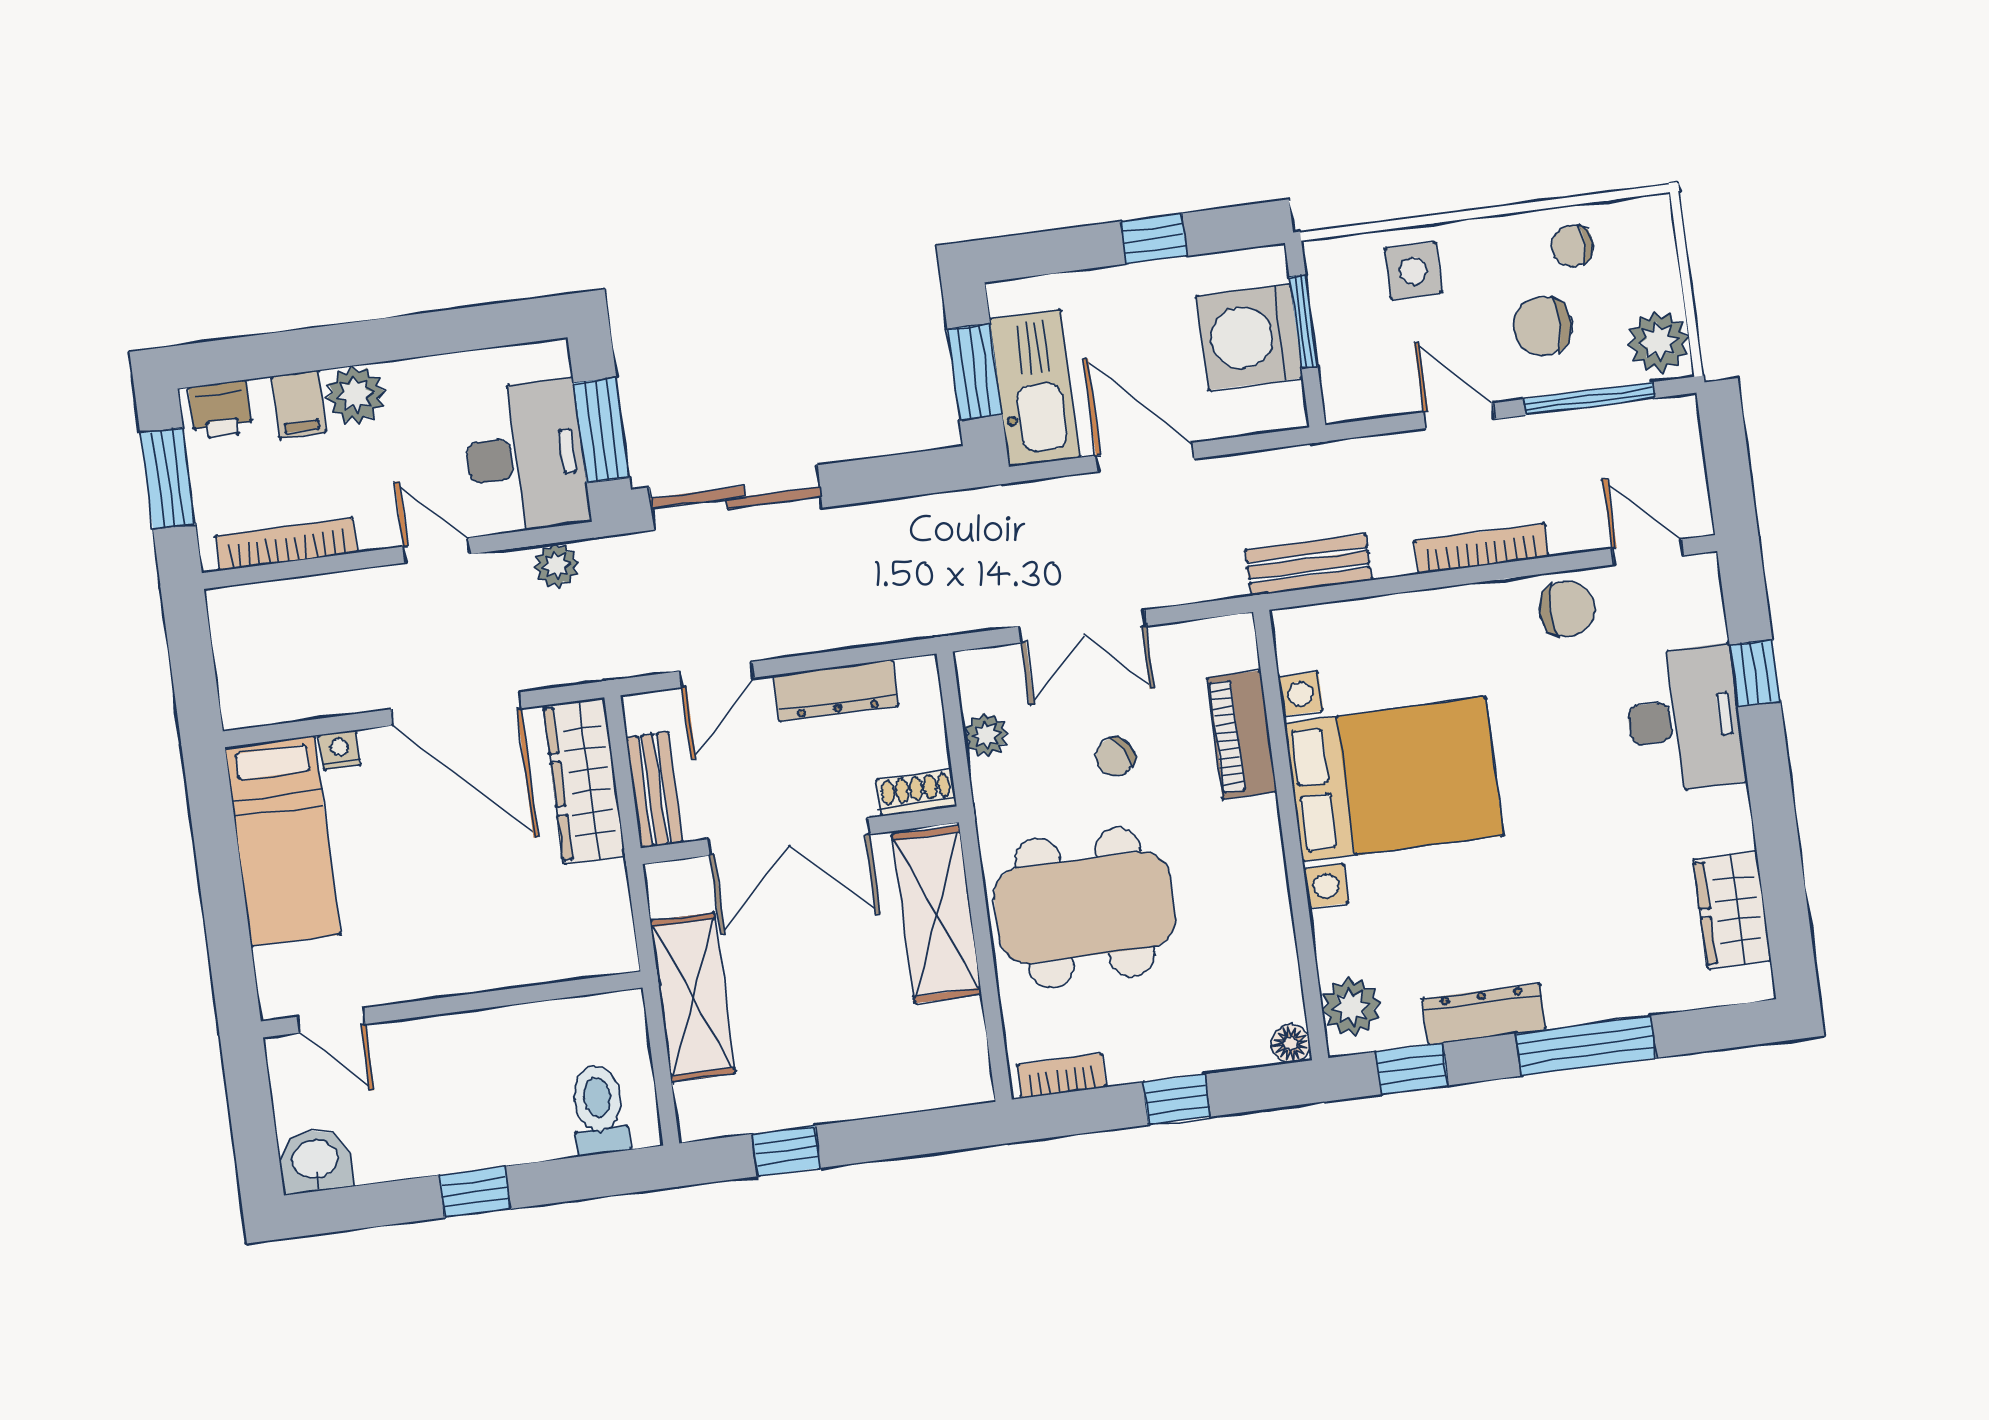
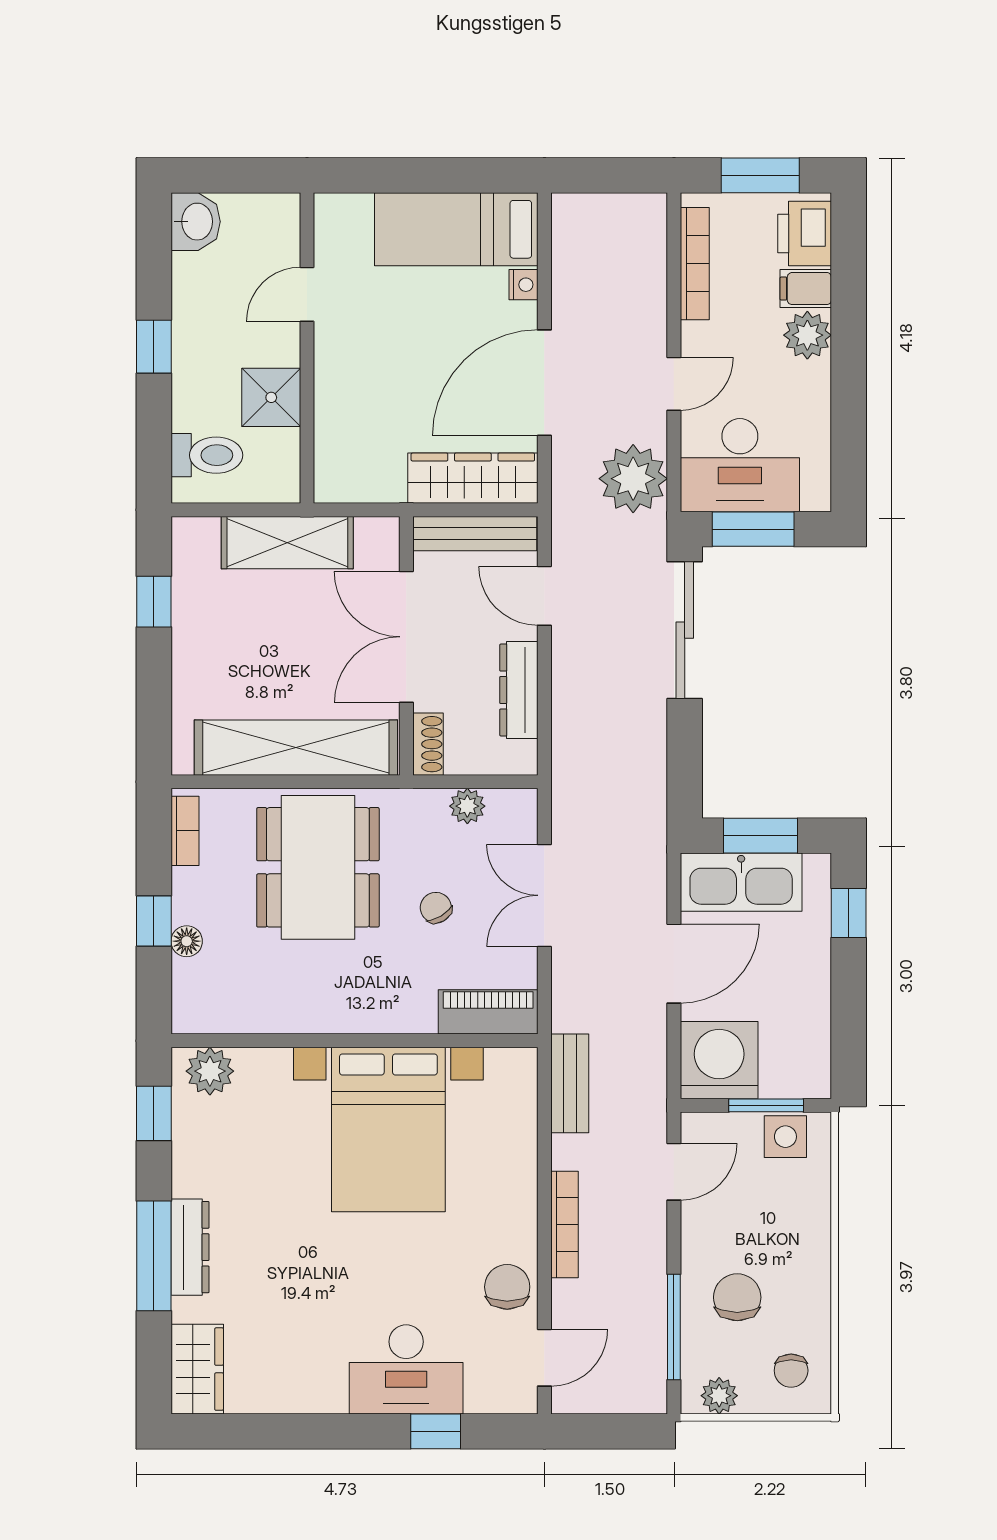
window: (1154, 239) -> (849, 913), moved
chair: (1573, 246) -> (791, 1371), moved, turned 180
side table: (1413, 271) -> (785, 1137), moved
washing machine: (1249, 337) -> (719, 1060), moved
plant: (1659, 342) -> (719, 1396), width x0.73, depth x0.73
printer: (220, 410) -> (805, 234), width x1.36, depth x1.24
door: (1459, 416) -> (674, 1172), moved
plant: (556, 565) -> (633, 479), width x1.87, depth x1.87
chair: (1567, 609) -> (507, 1287), turned 180
piano: (1242, 735) -> (488, 1012), moved
bench: (654, 790) -> (475, 534), width x1.36
wardrobe: (1732, 910) -> (197, 1369), moved, turned 90
shelving: (937, 914) -> (296, 748), width x1.47
dresser: (1484, 1014) -> (190, 1247), moved
door: (331, 1020) -> (307, 294), moved
shower: (518, 1040) -> (271, 397), added
floor lamp: (1291, 1044) -> (187, 941), moved

